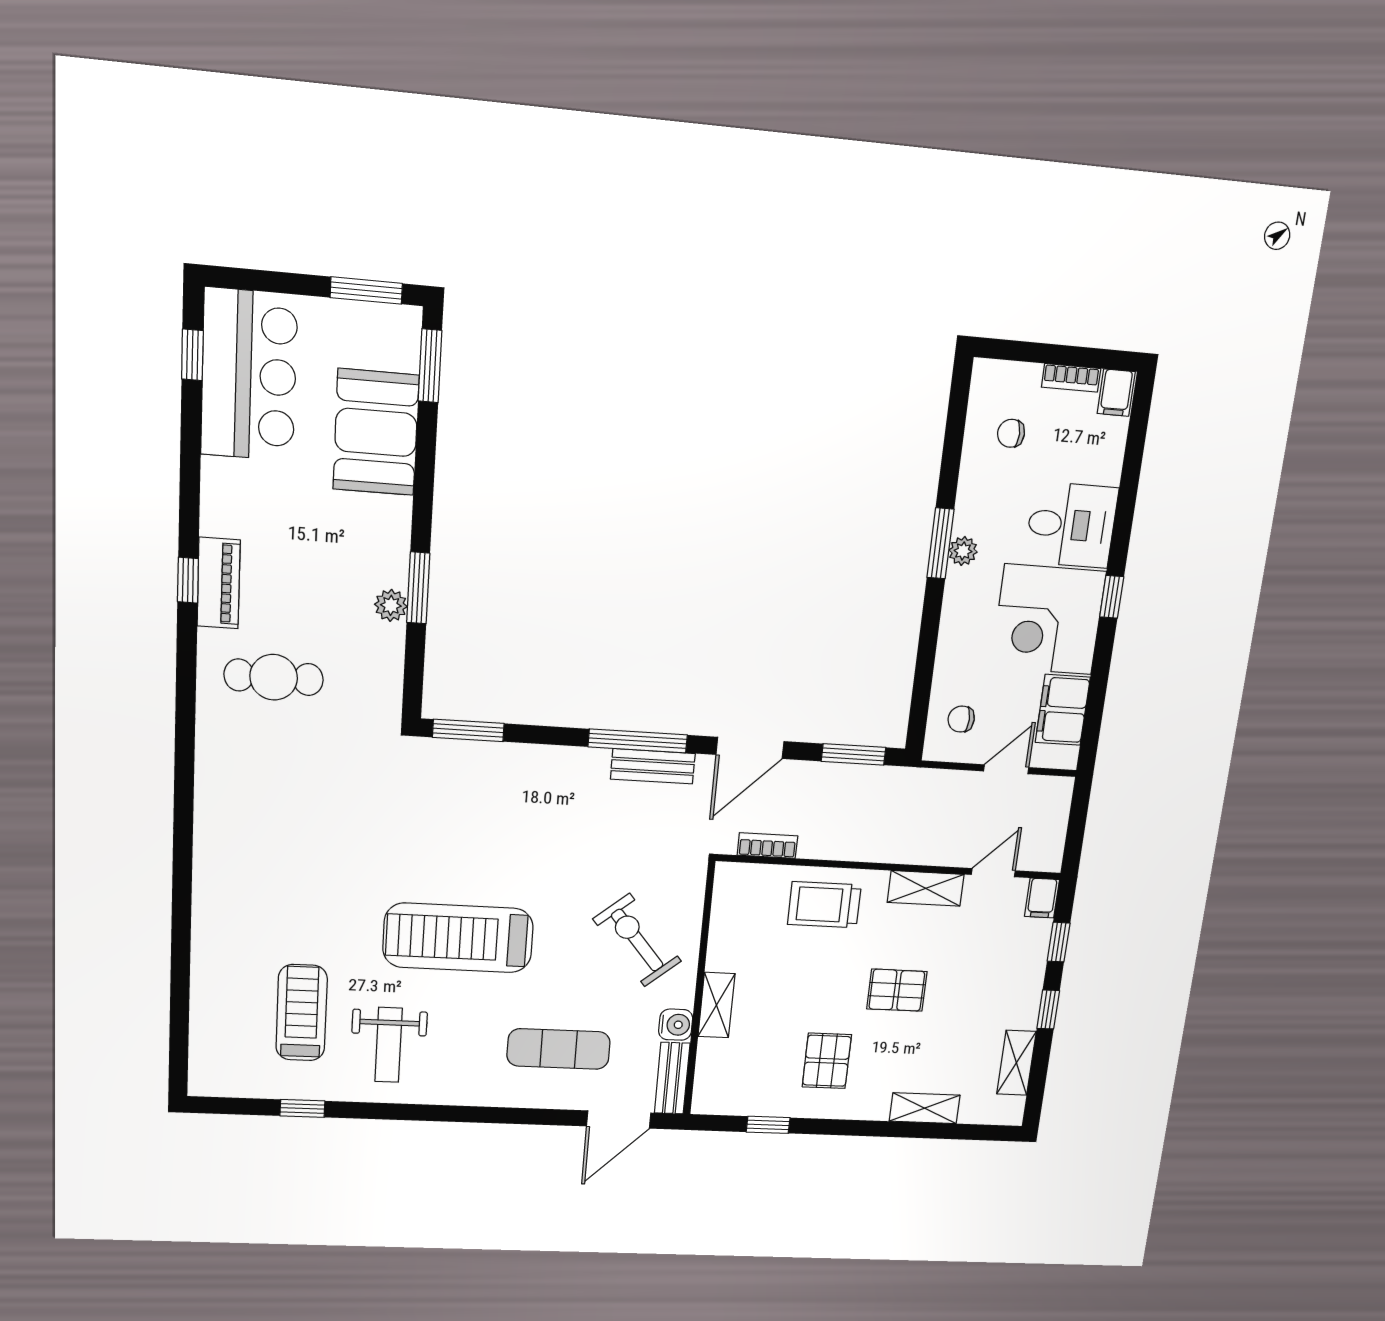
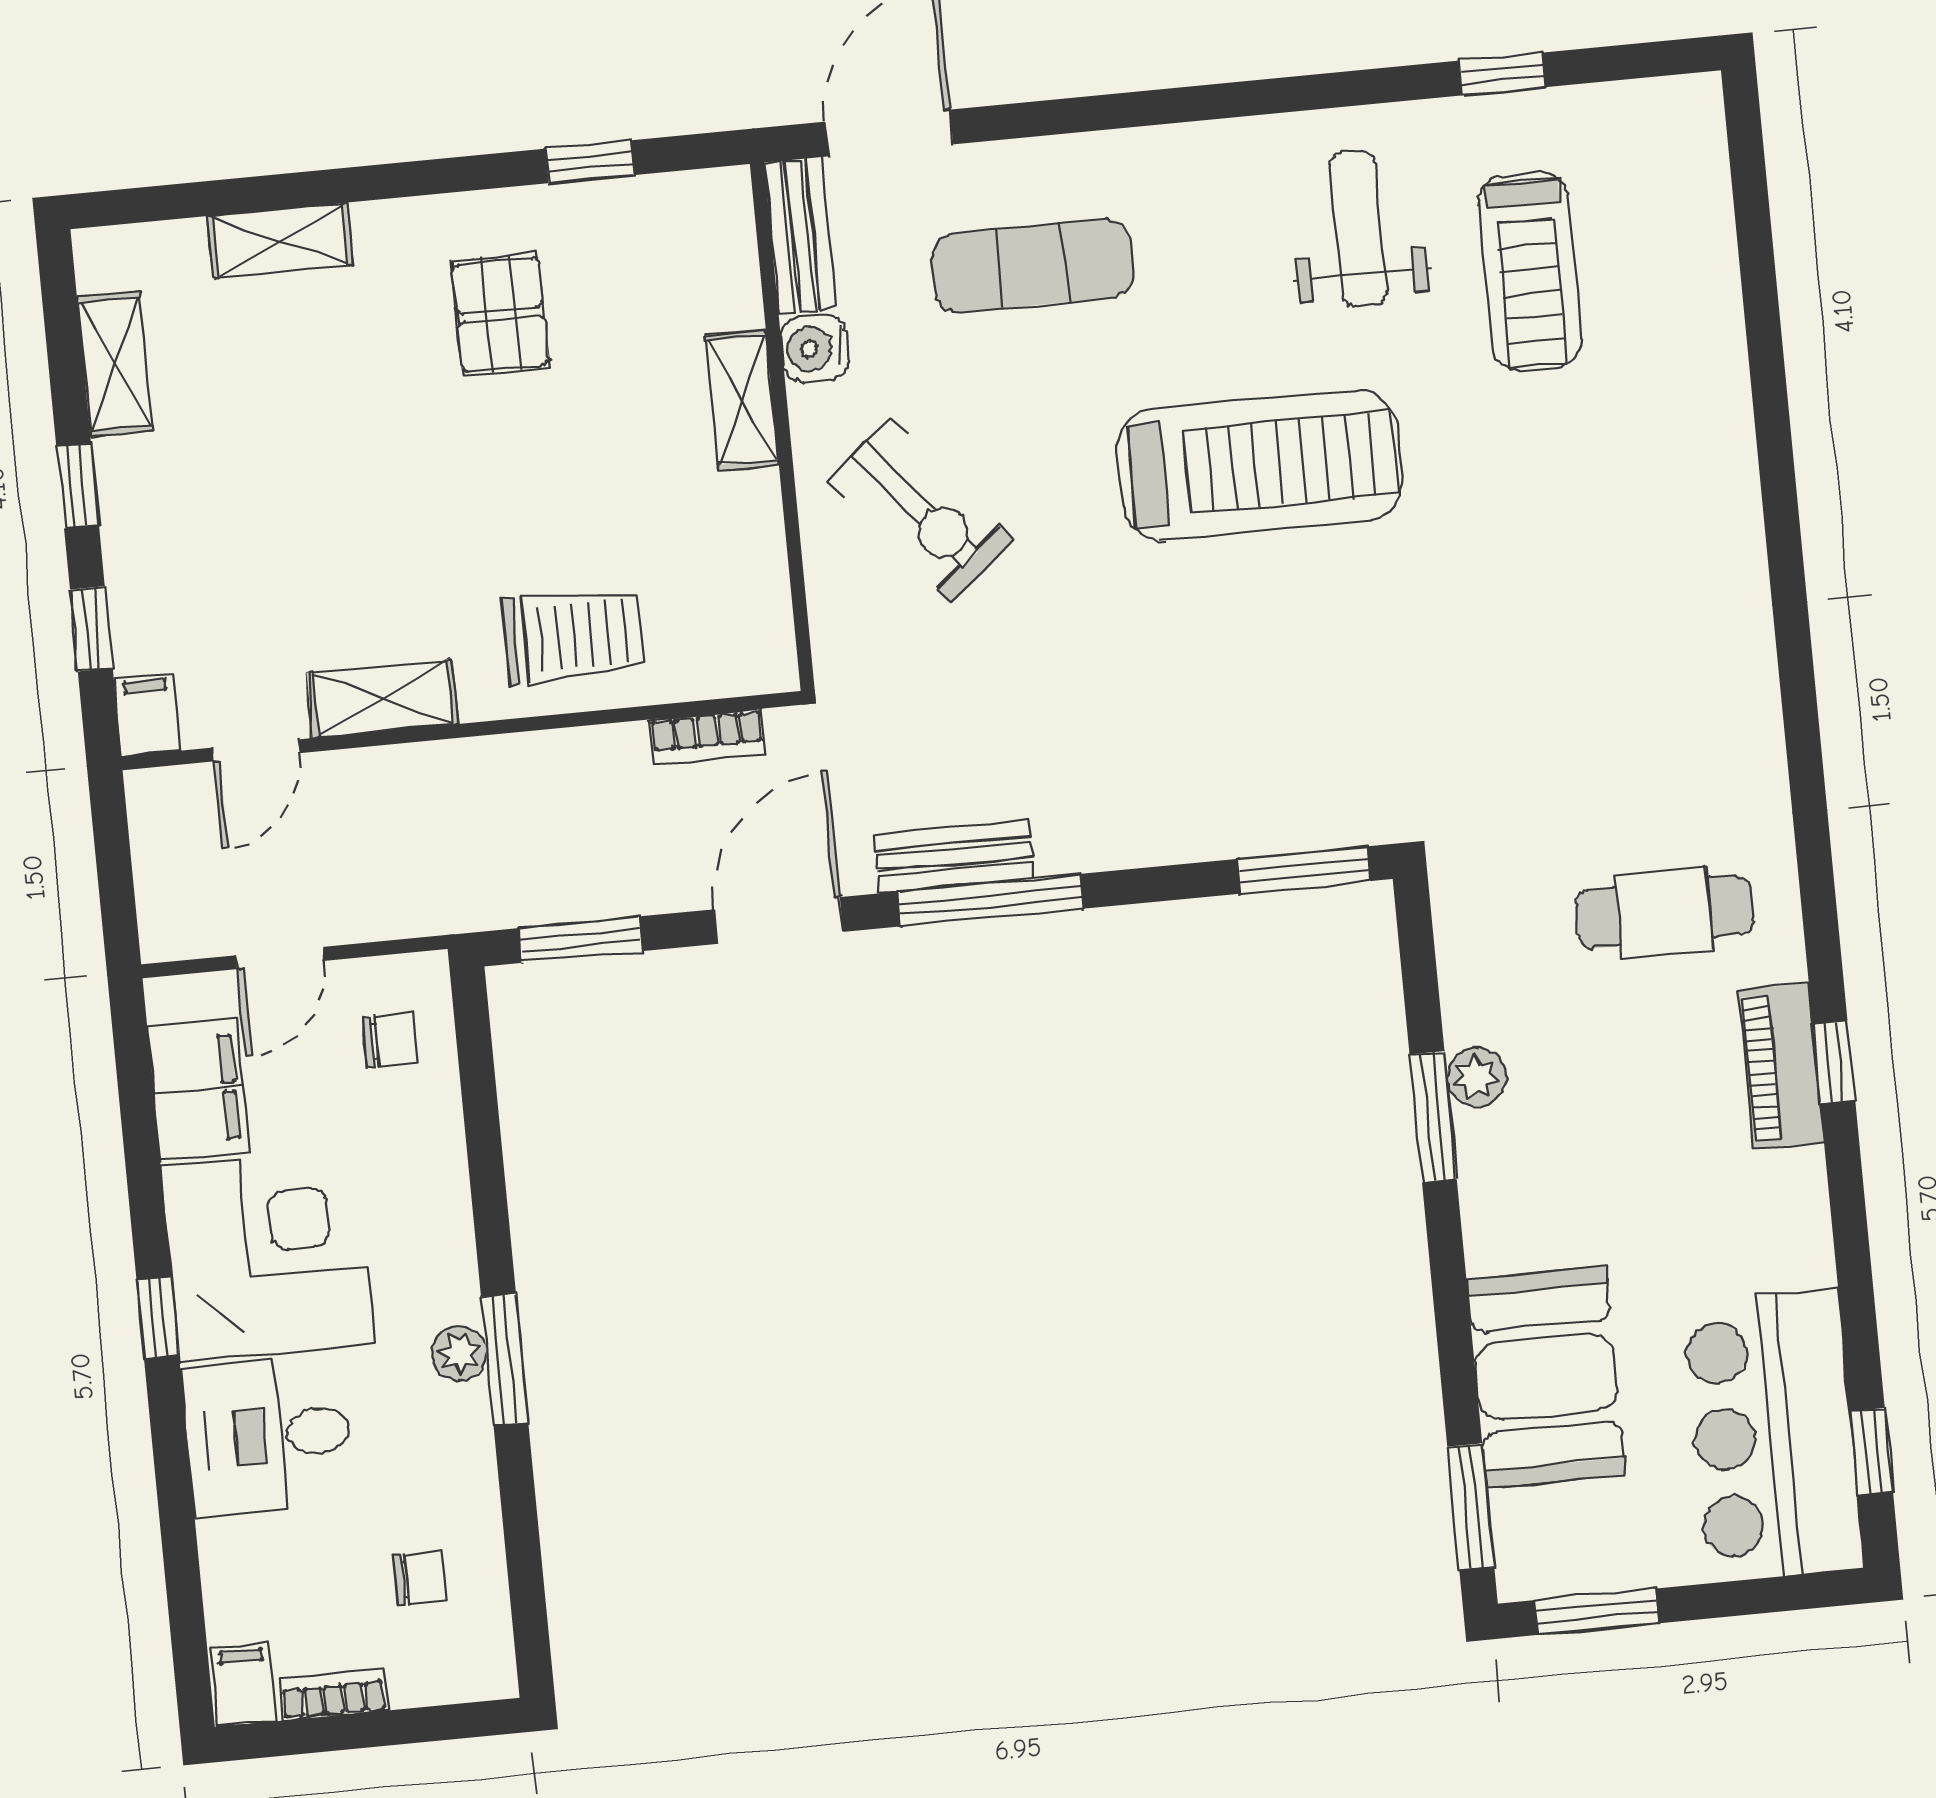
pallet: (897, 990) -> (393, 482), removed

